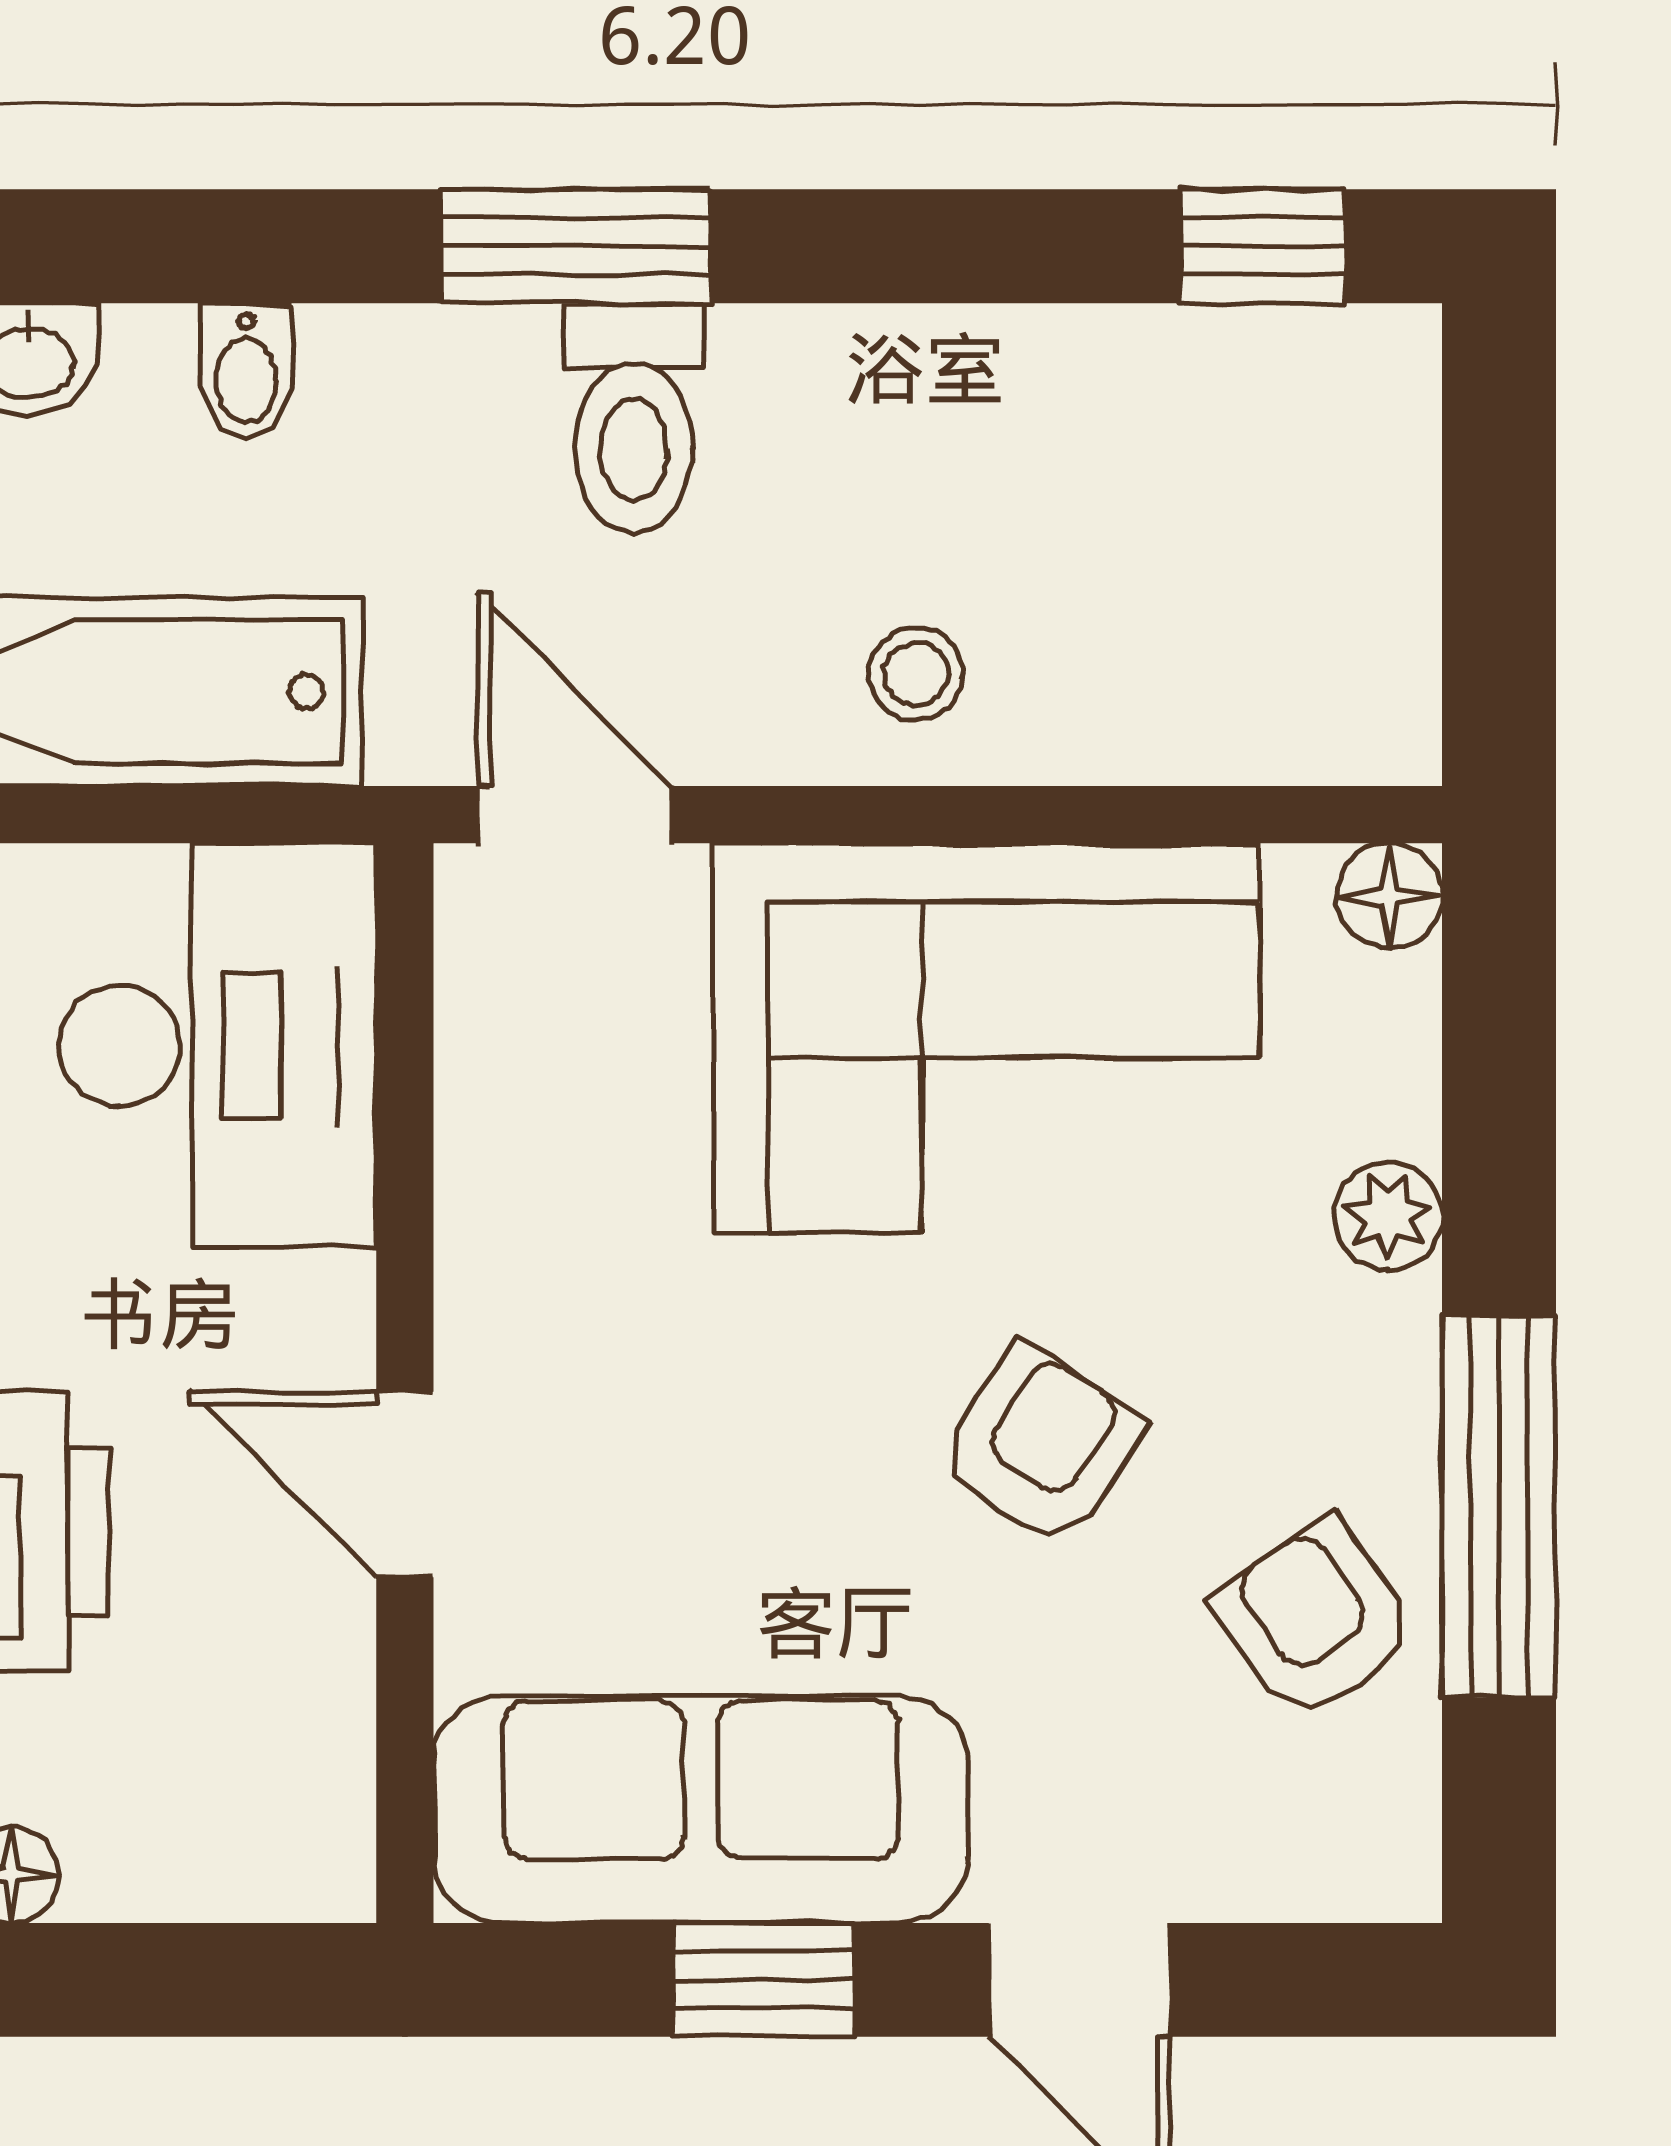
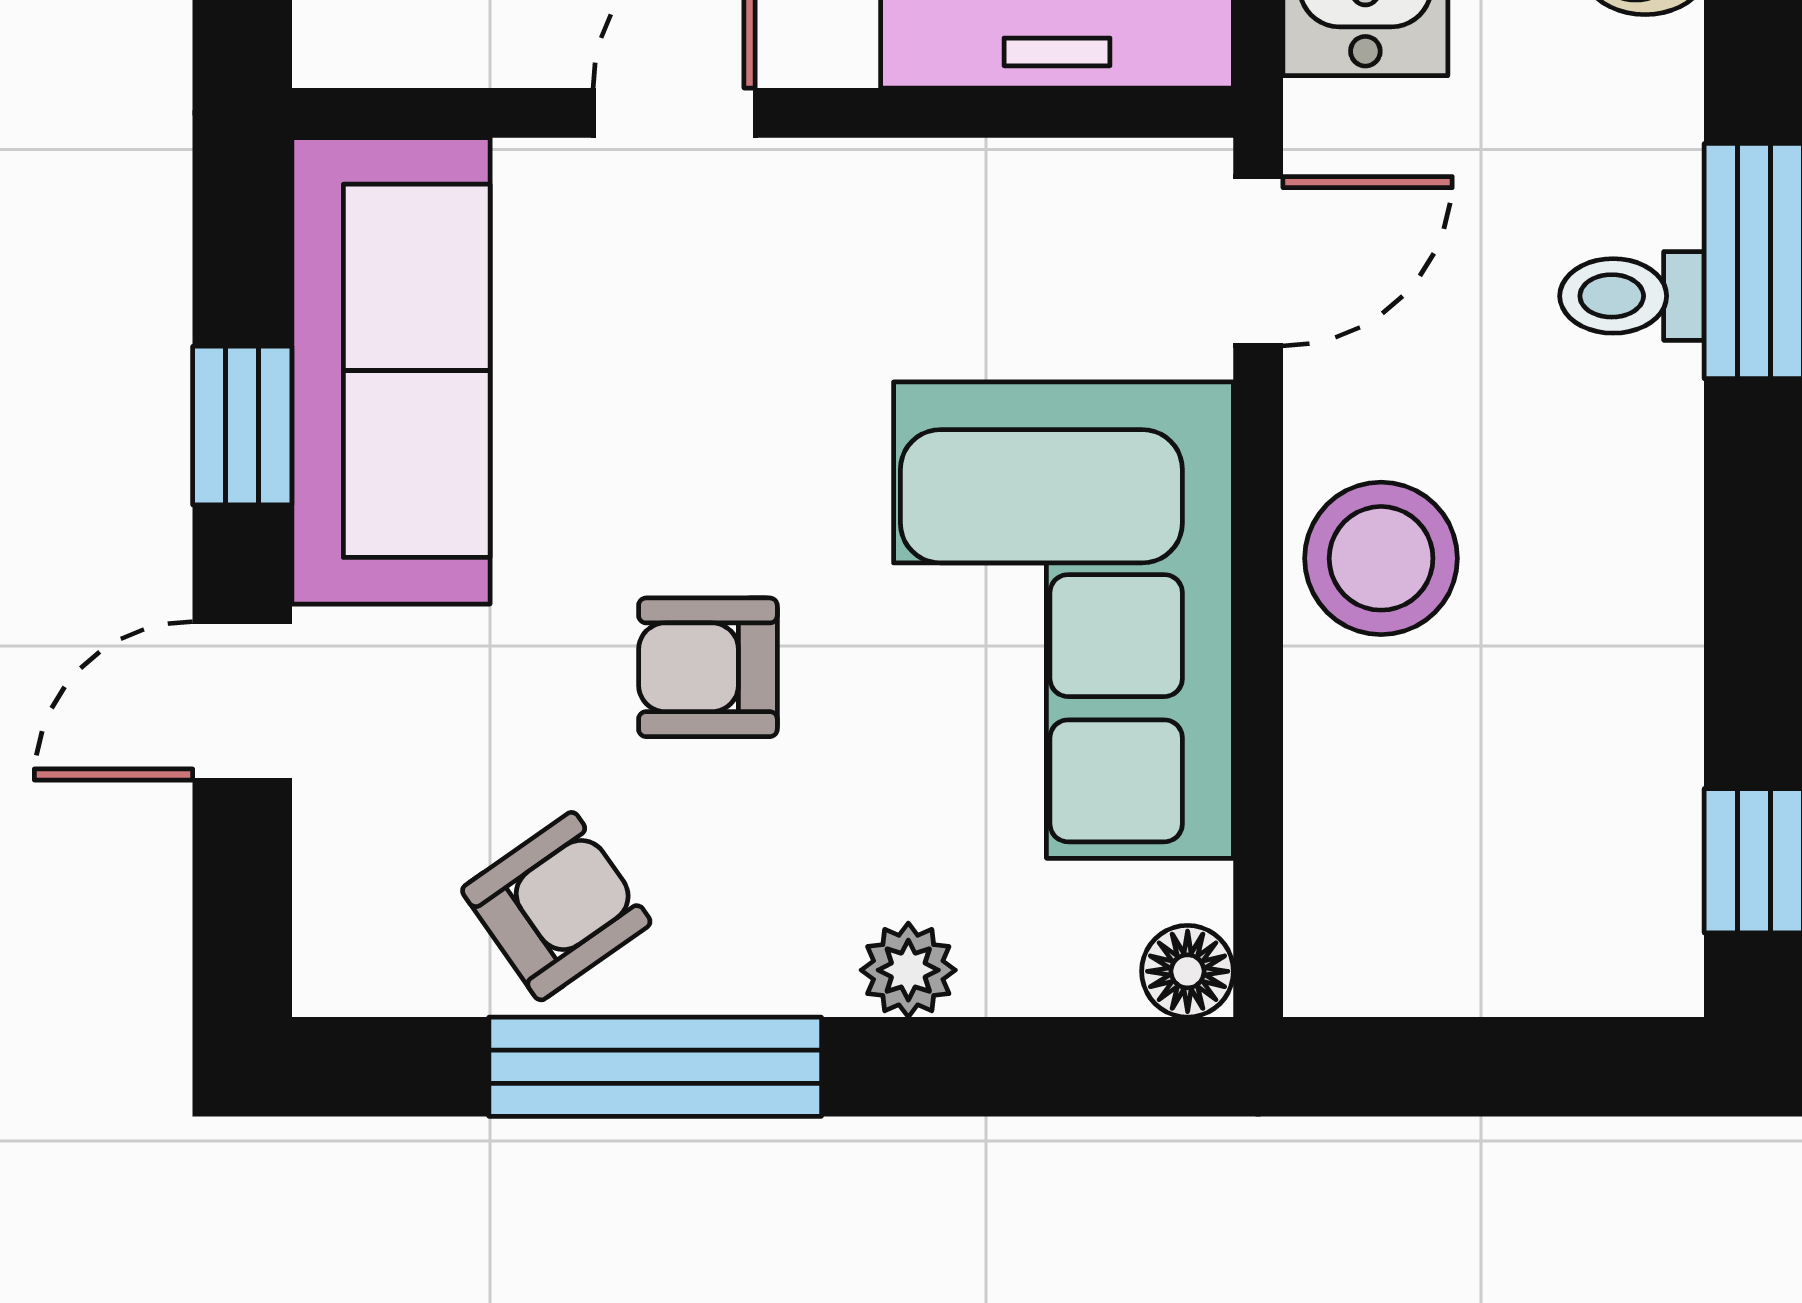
toilet: (634, 418) -> (1632, 296), width x0.73, depth x0.72
stool: (916, 674) -> (1381, 558), width x1.89, depth x1.89
armchair: (1041, 1446) -> (708, 667), turned 147

